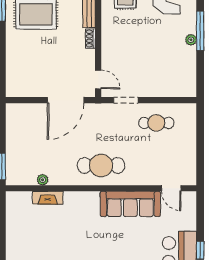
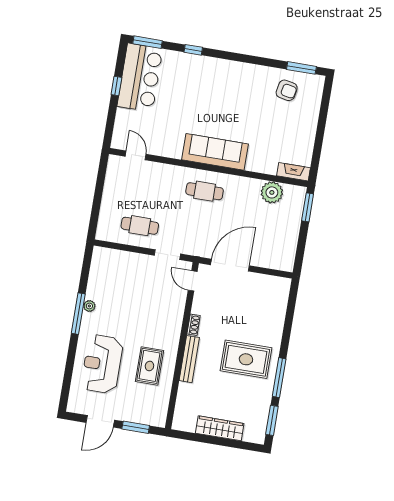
cafe table: (101, 165) -> (205, 191), width x0.73, depth x0.74
plant: (43, 180) -> (272, 192), width x1.88, depth x1.88
fireplace: (48, 198) -> (293, 172), moved
sofa: (130, 204) -> (215, 152), moved

